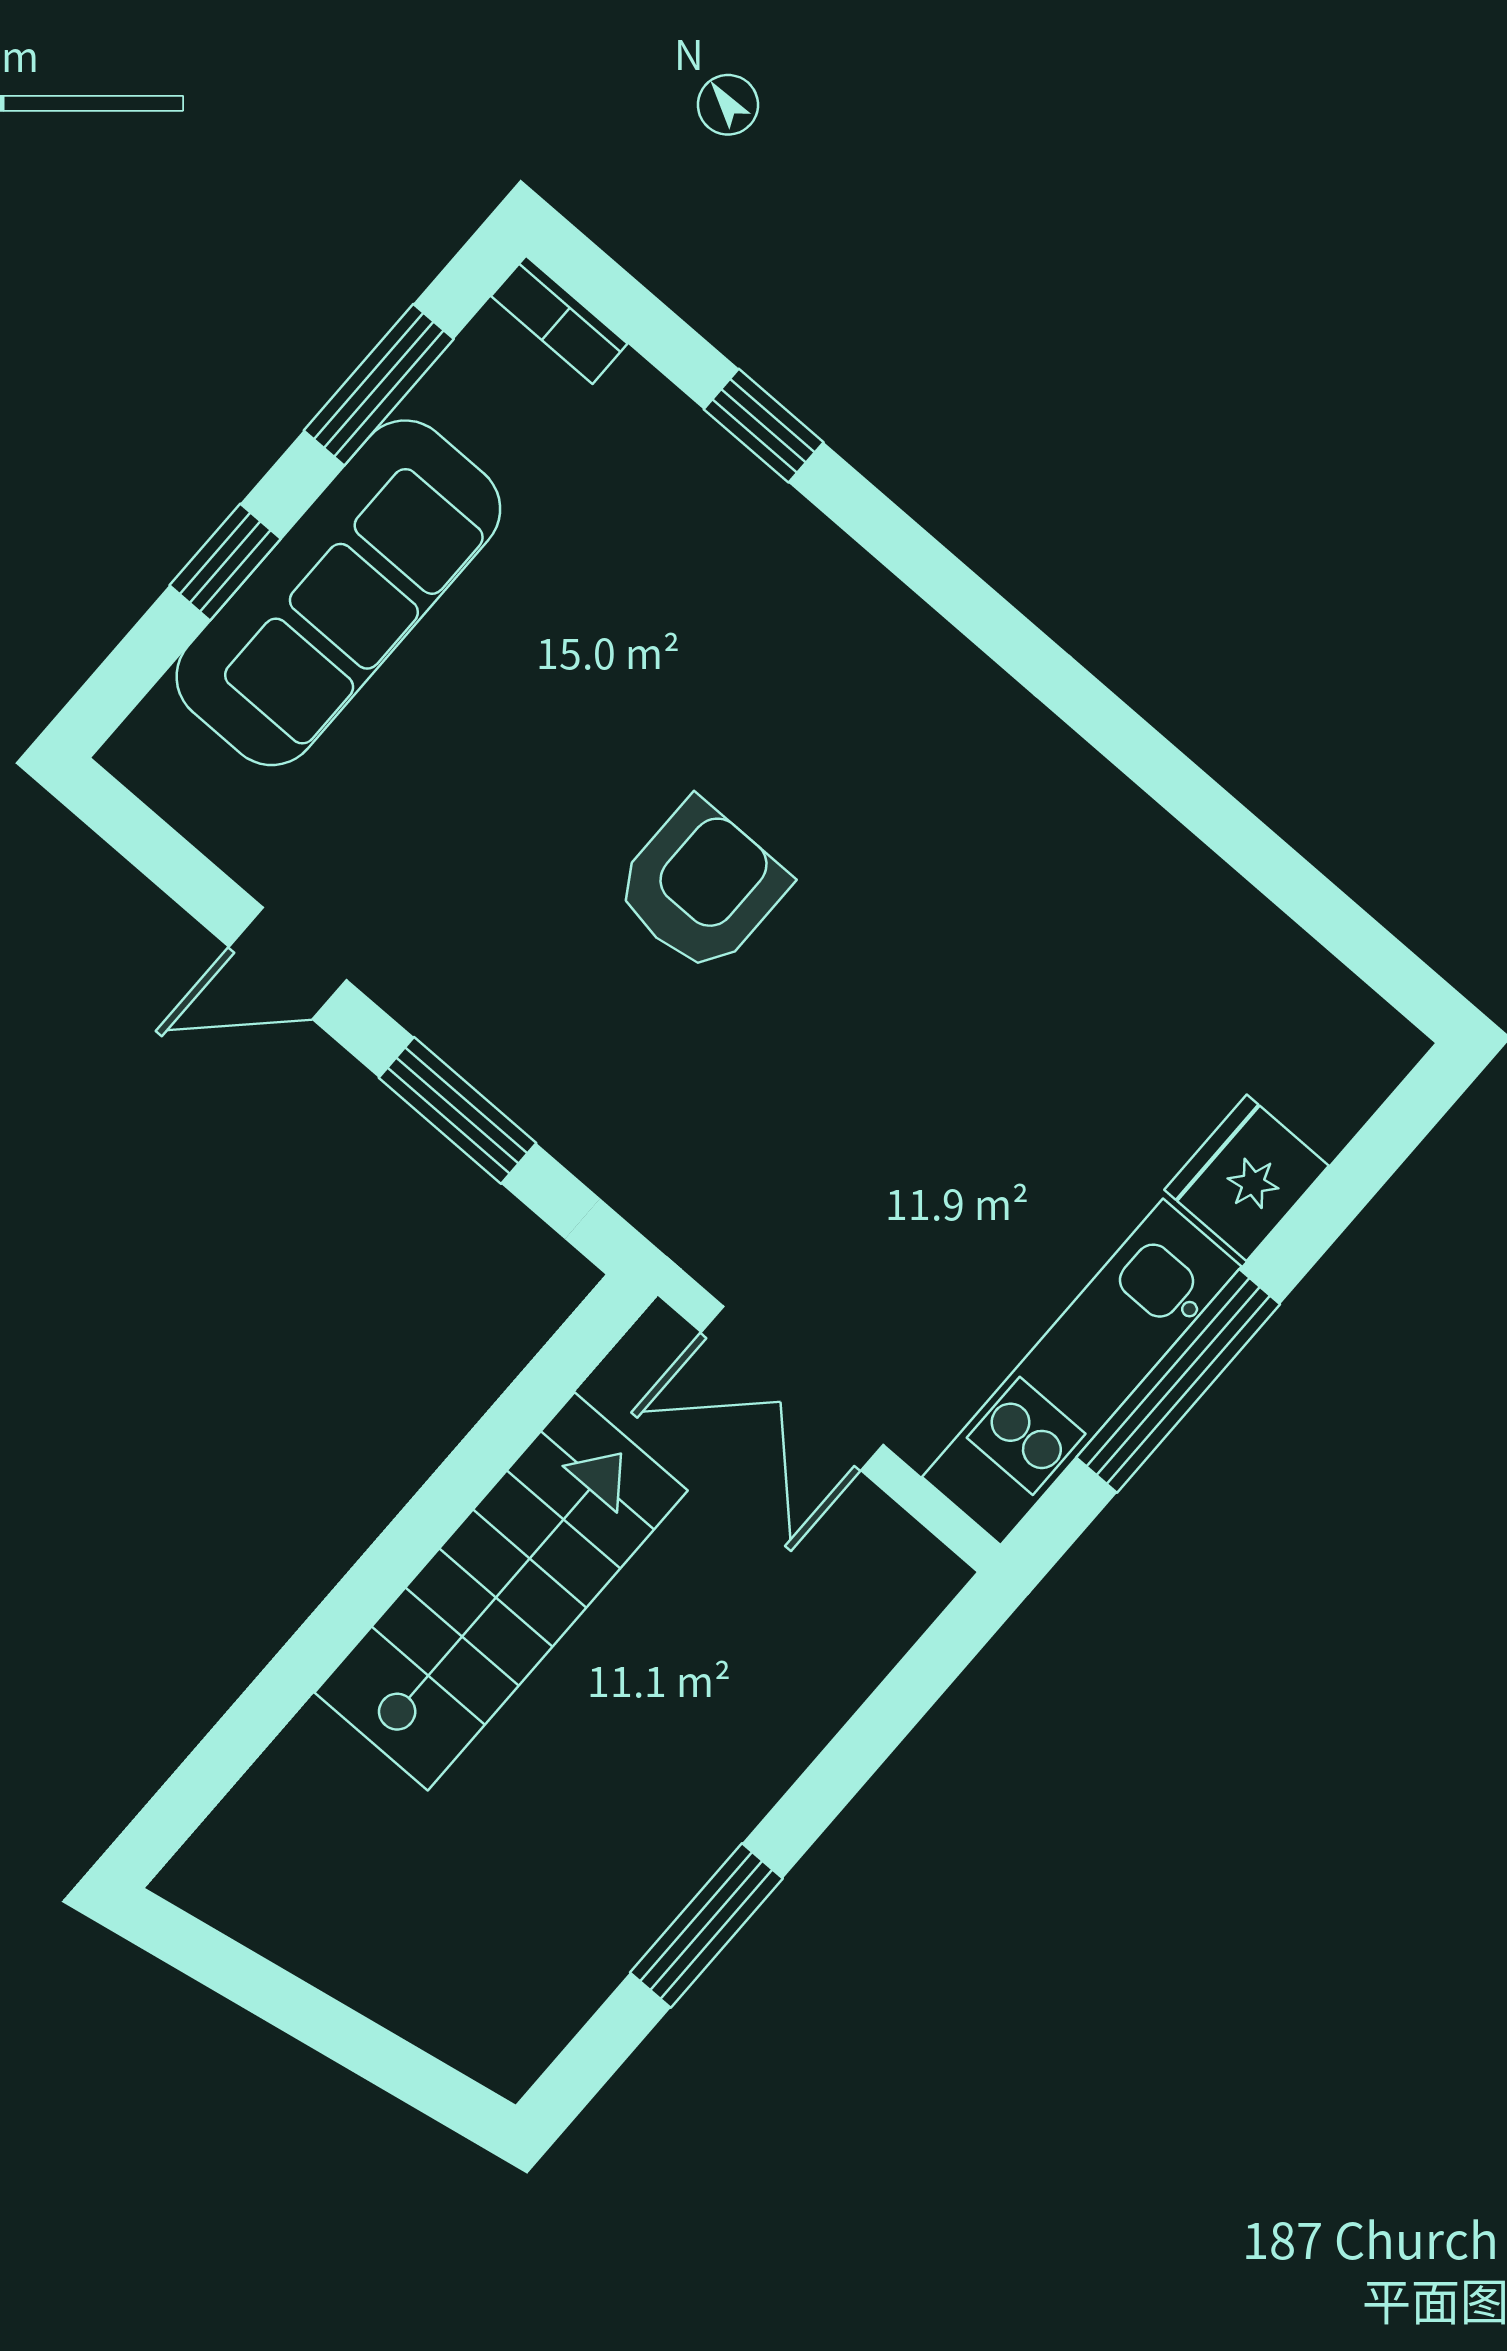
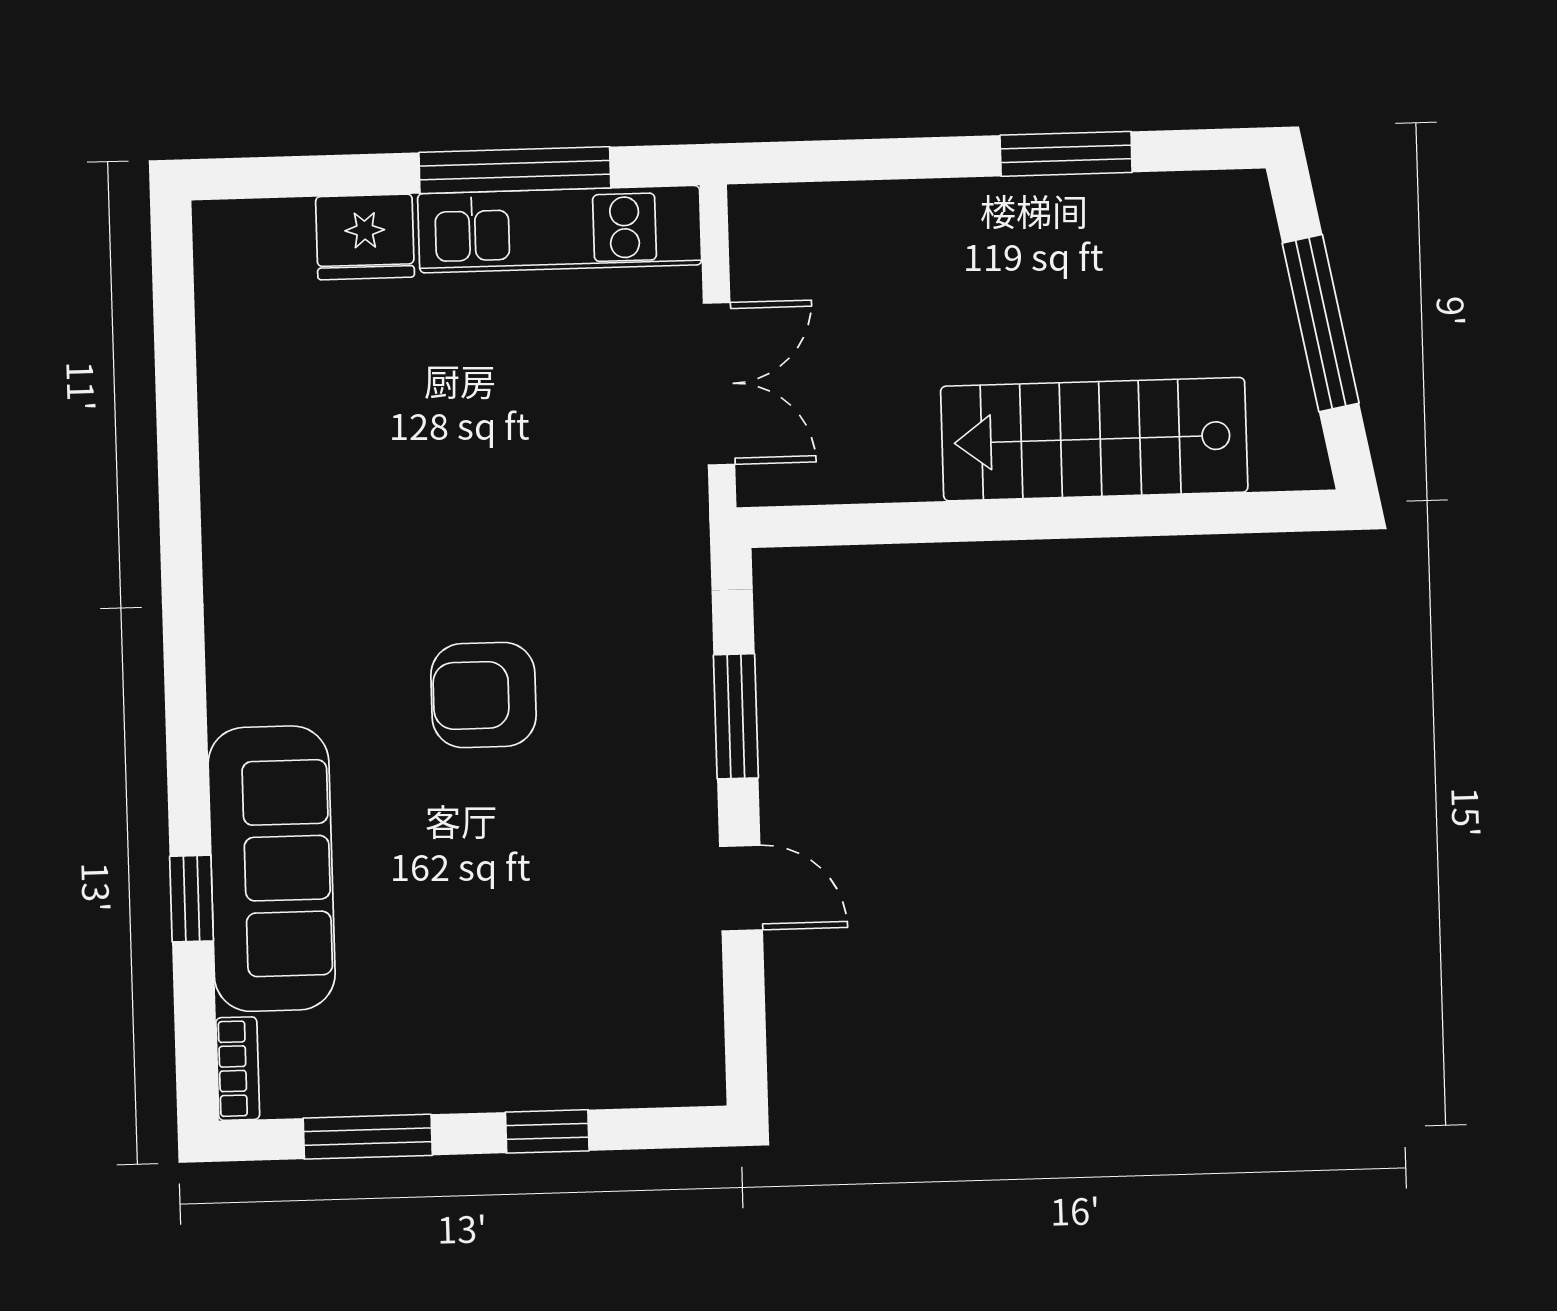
sofa: (338, 593) -> (272, 869), moved, turned 90
stairs: (501, 1591) -> (1094, 439), moved
window: (318, 2021) -> (1321, 323), added

